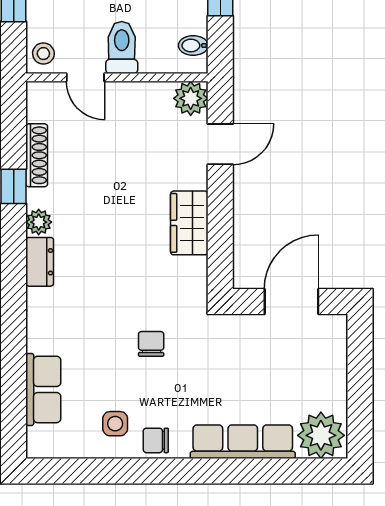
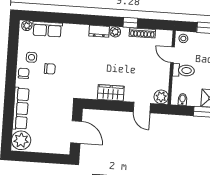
door: (85, 77) -> (173, 55), hinge flipped
chair: (151, 344) -> (50, 69), moved
plant: (38, 441) -> (27, 26), added

